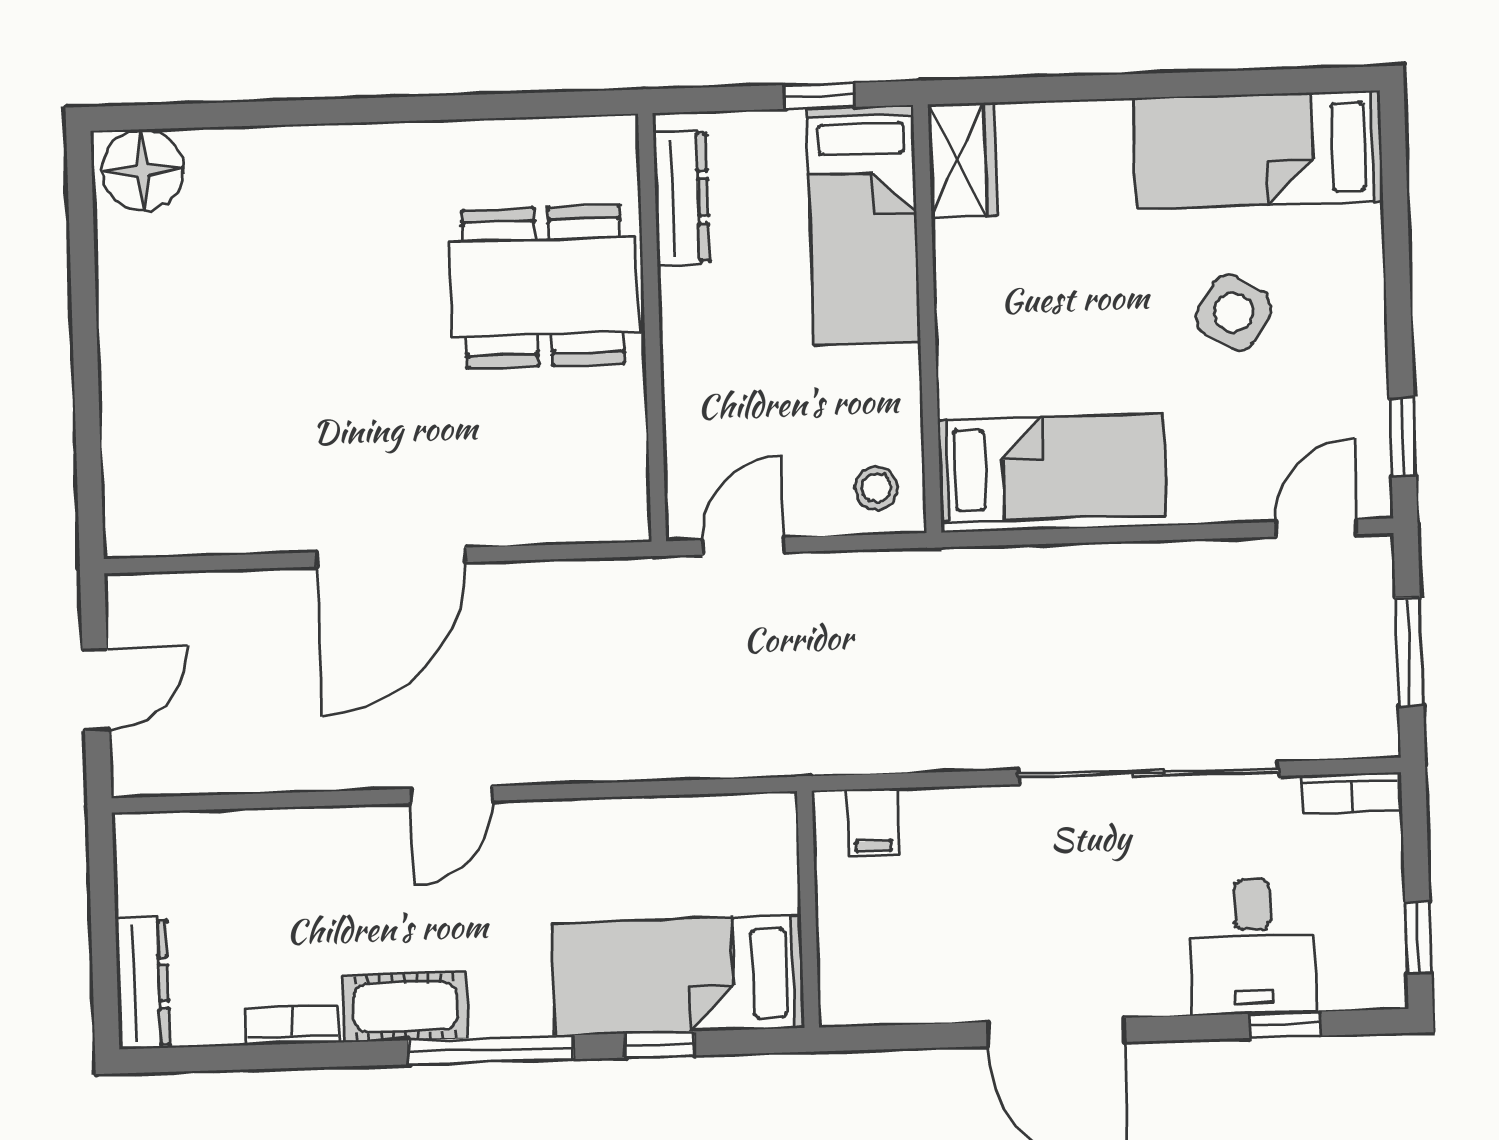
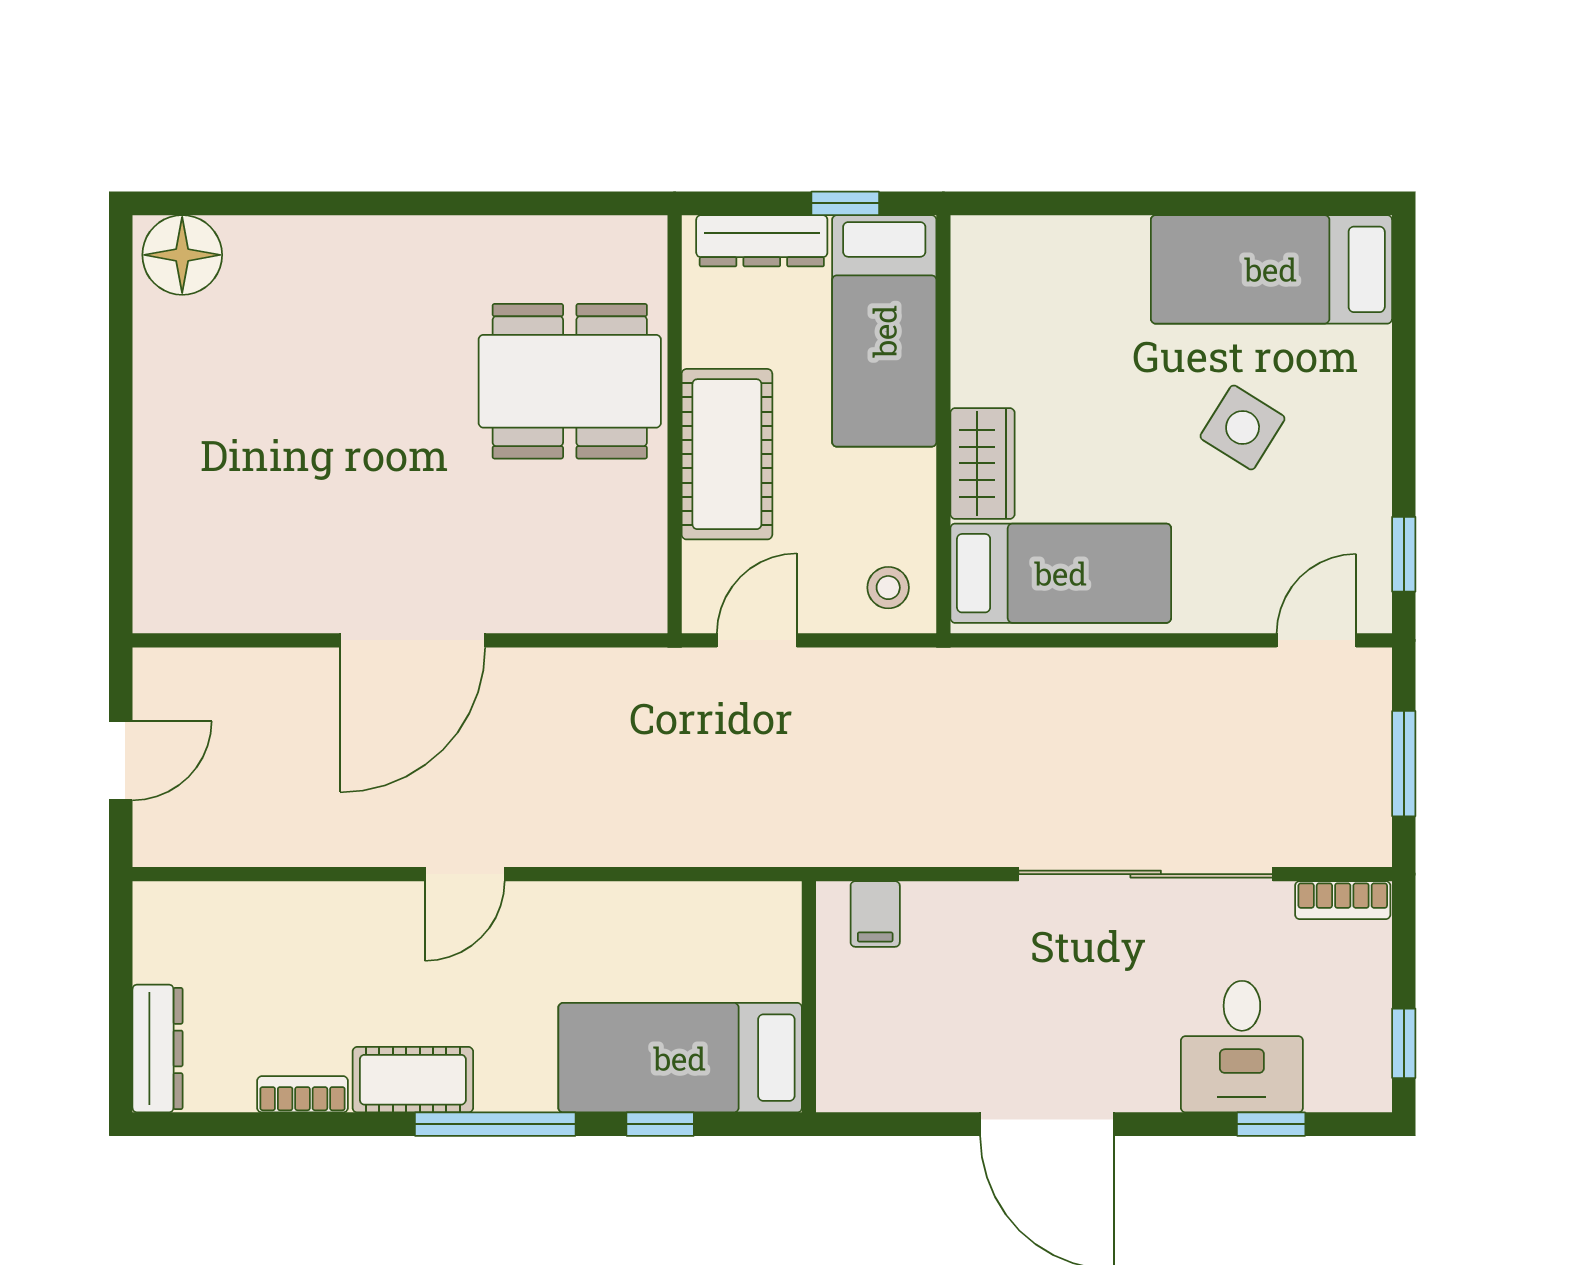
wardrobe: (962, 160) -> (982, 463), moved
dresser: (681, 198) -> (762, 241), moved, turned 90
cot: (707, 356) -> (727, 454), added

